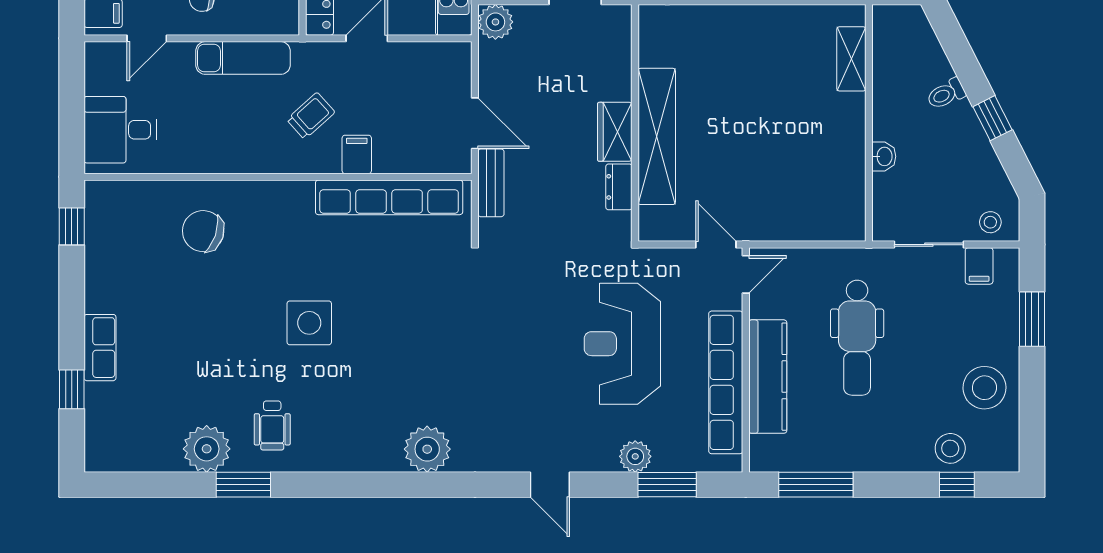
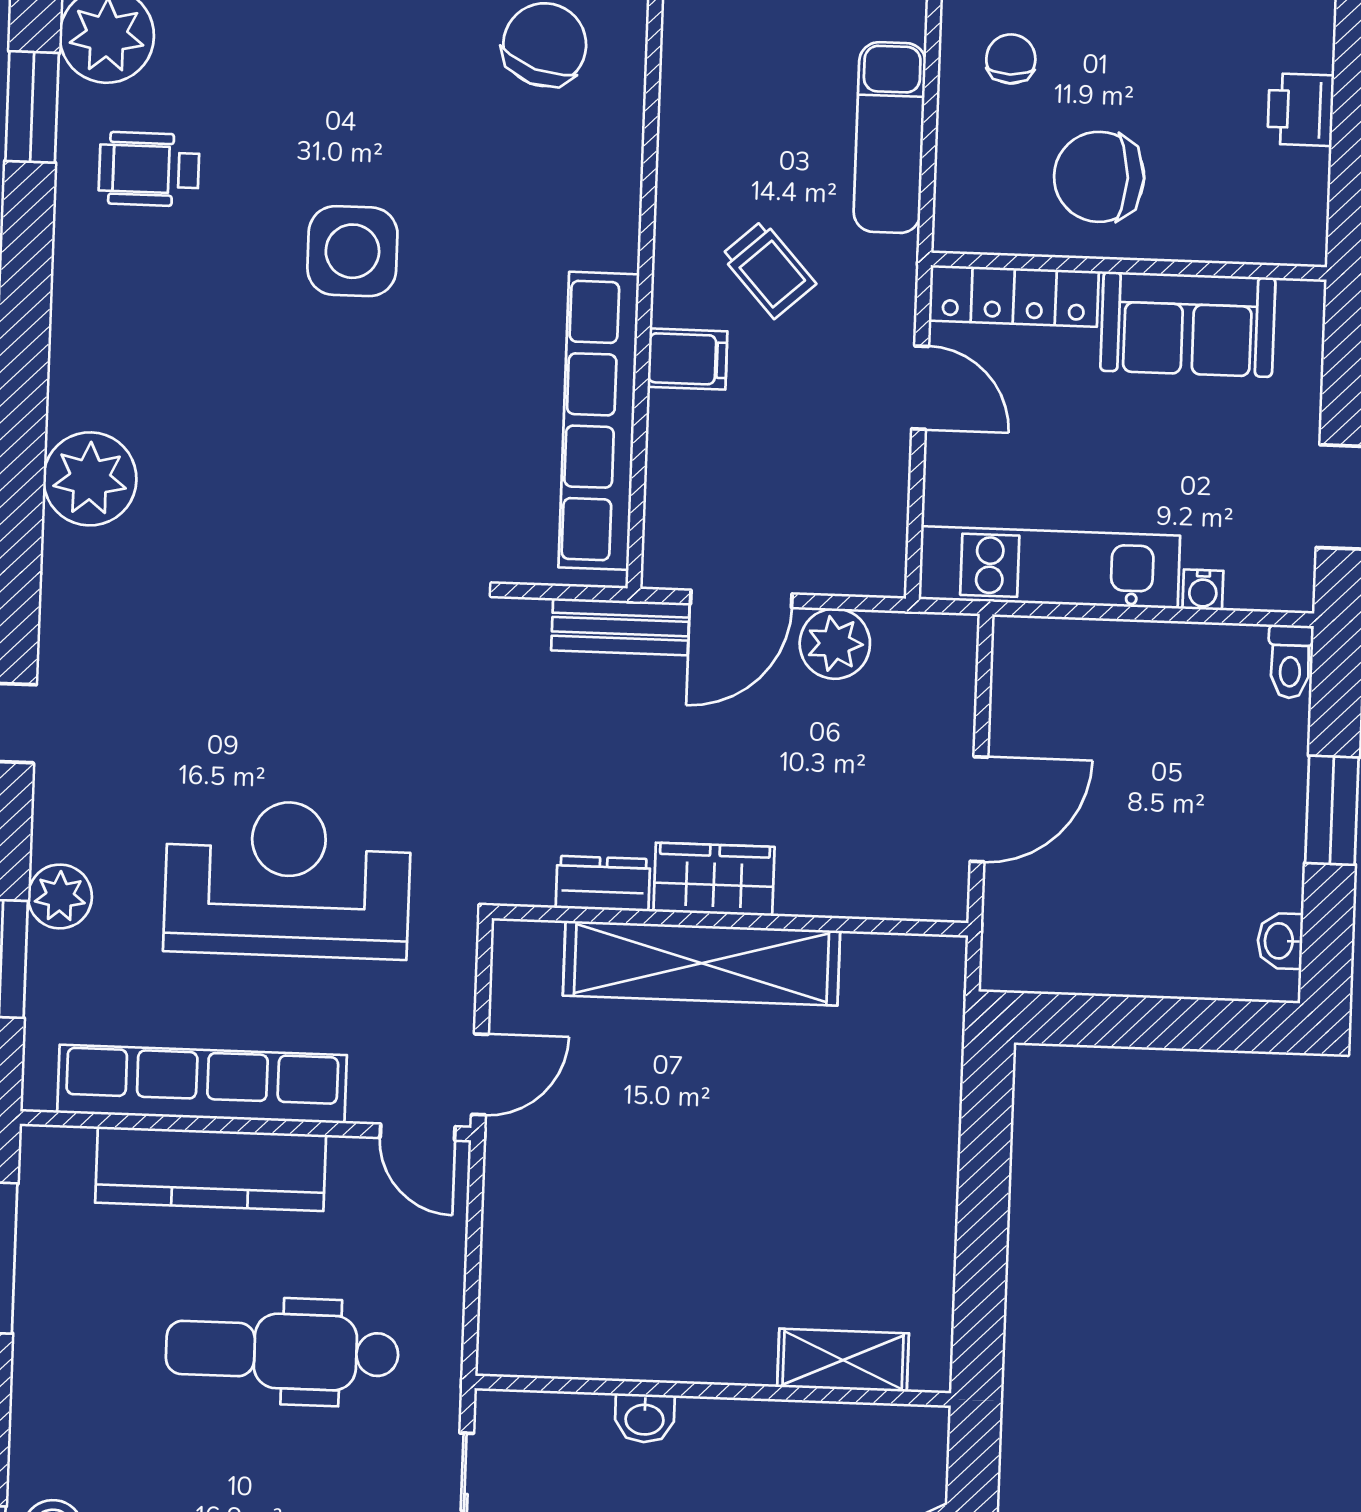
plant: (495, 22) -> (835, 644), moved

